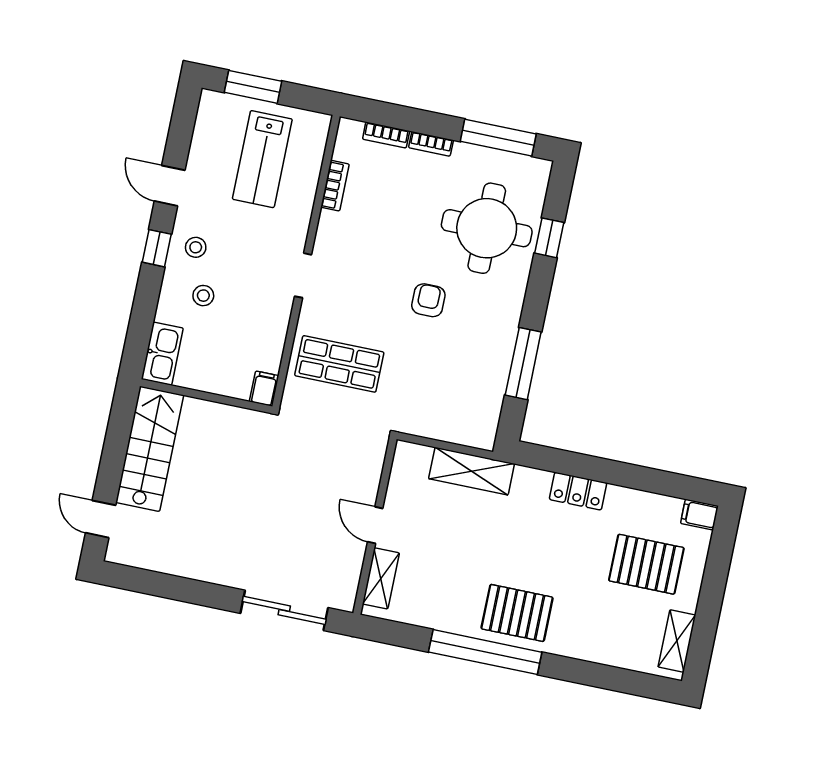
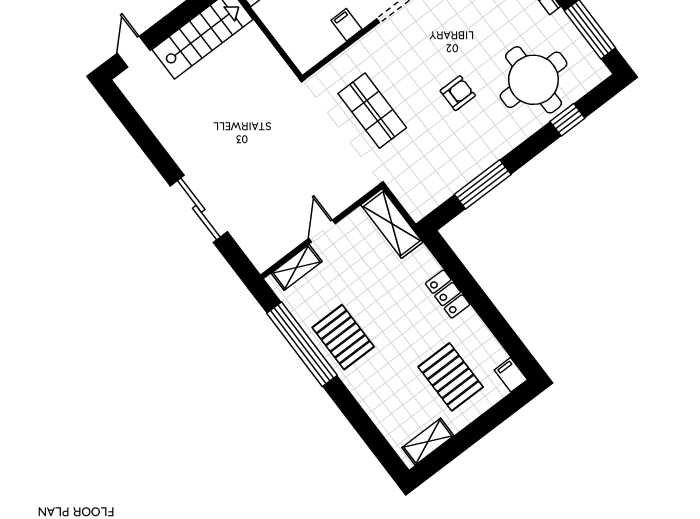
shop shelf: (339, 364) -> (372, 111), moved
filing cabinet: (264, 389) -> (346, 25), moved, turned -90
door: (375, 525) -> (322, 231), moved
wall: (375, 526) -> (321, 232), moved
shelving: (381, 578) -> (297, 267), moved

